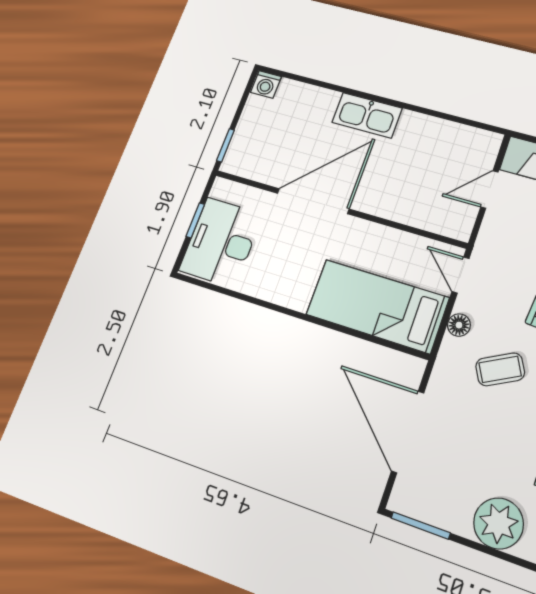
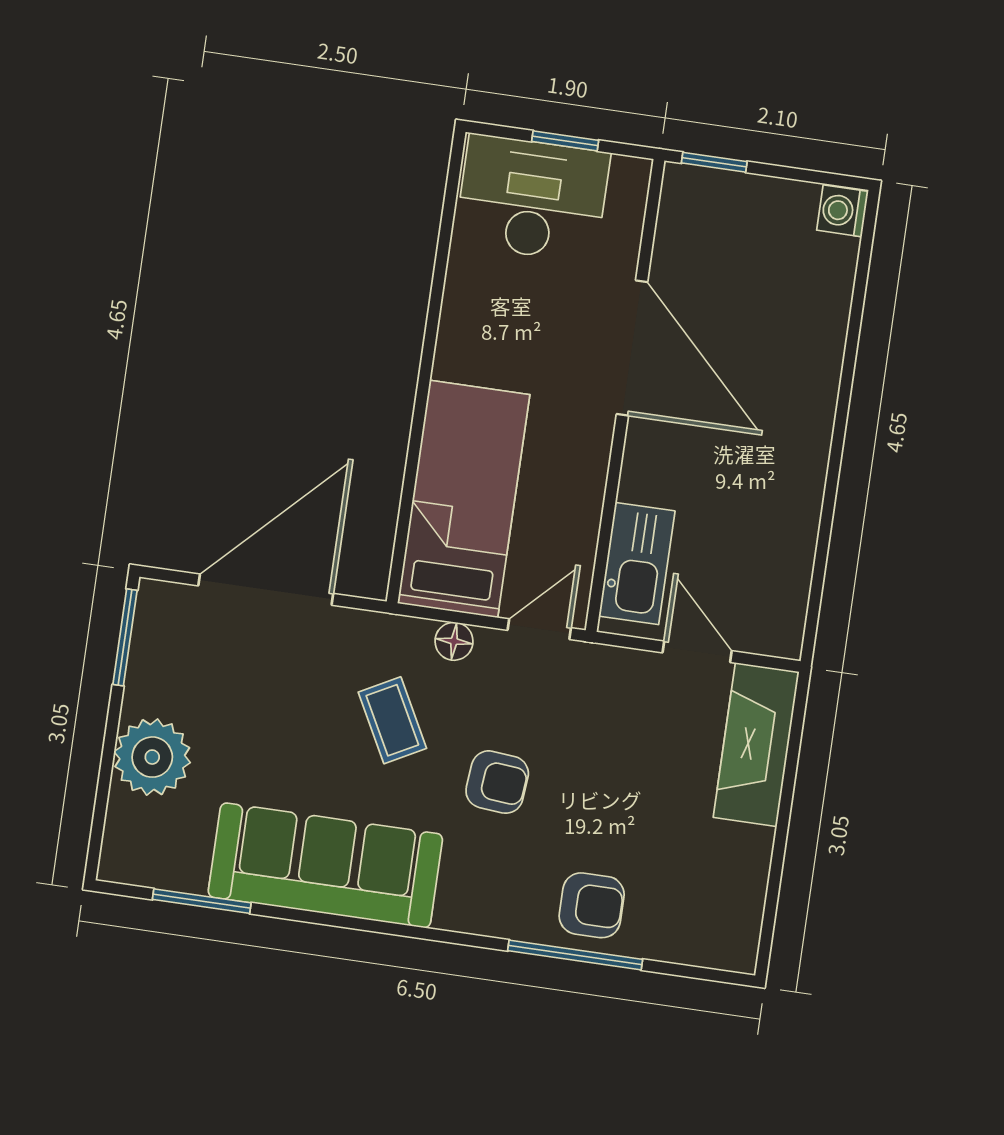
kitchen sink: (367, 115) -> (637, 563), moved, turned 180

